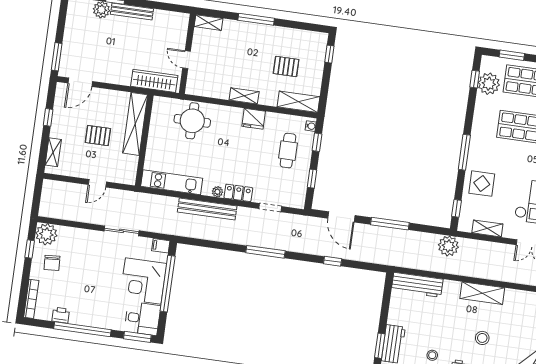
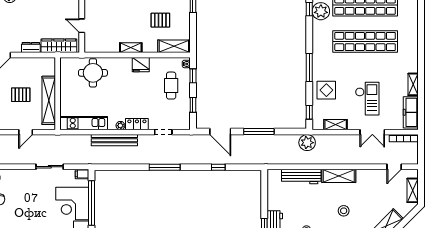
dresser: (119, 78) -> (31, 47), added
shelving: (135, 124) -> (49, 100), moved
workbench: (417, 285) -> (301, 176), moved

